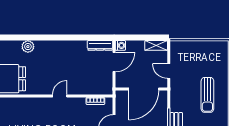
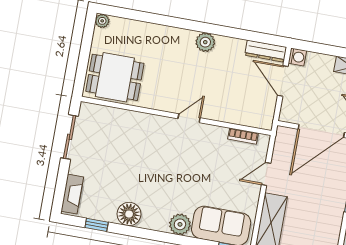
plant: (28, 47) -> (205, 42), moved
door: (114, 62) -> (283, 81), swing flipped

